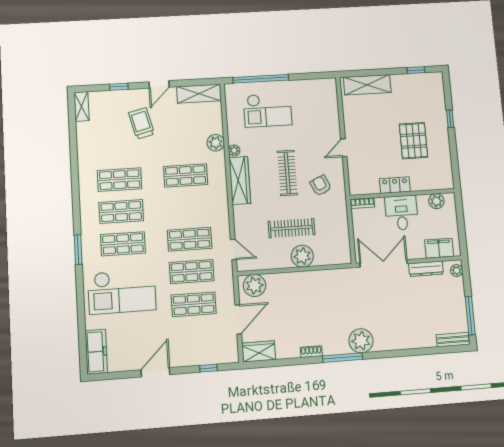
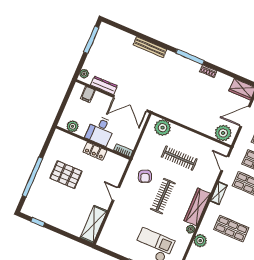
shelving: (367, 85) -> (94, 224), moved, turned 90
window: (450, 119) -> (33, 177), width x3.17
pallet: (413, 141) -> (66, 175), turned 90
door: (344, 148) -> (116, 194), swing flipped
shelving: (222, 210) -> (219, 193), added
filing cabinet: (439, 248) -> (88, 94), width x0.50
plant: (302, 256) -> (163, 128), moved
bench: (453, 340) -> (150, 47), moved, width x1.36
plant: (361, 341) -> (172, 61), removed

